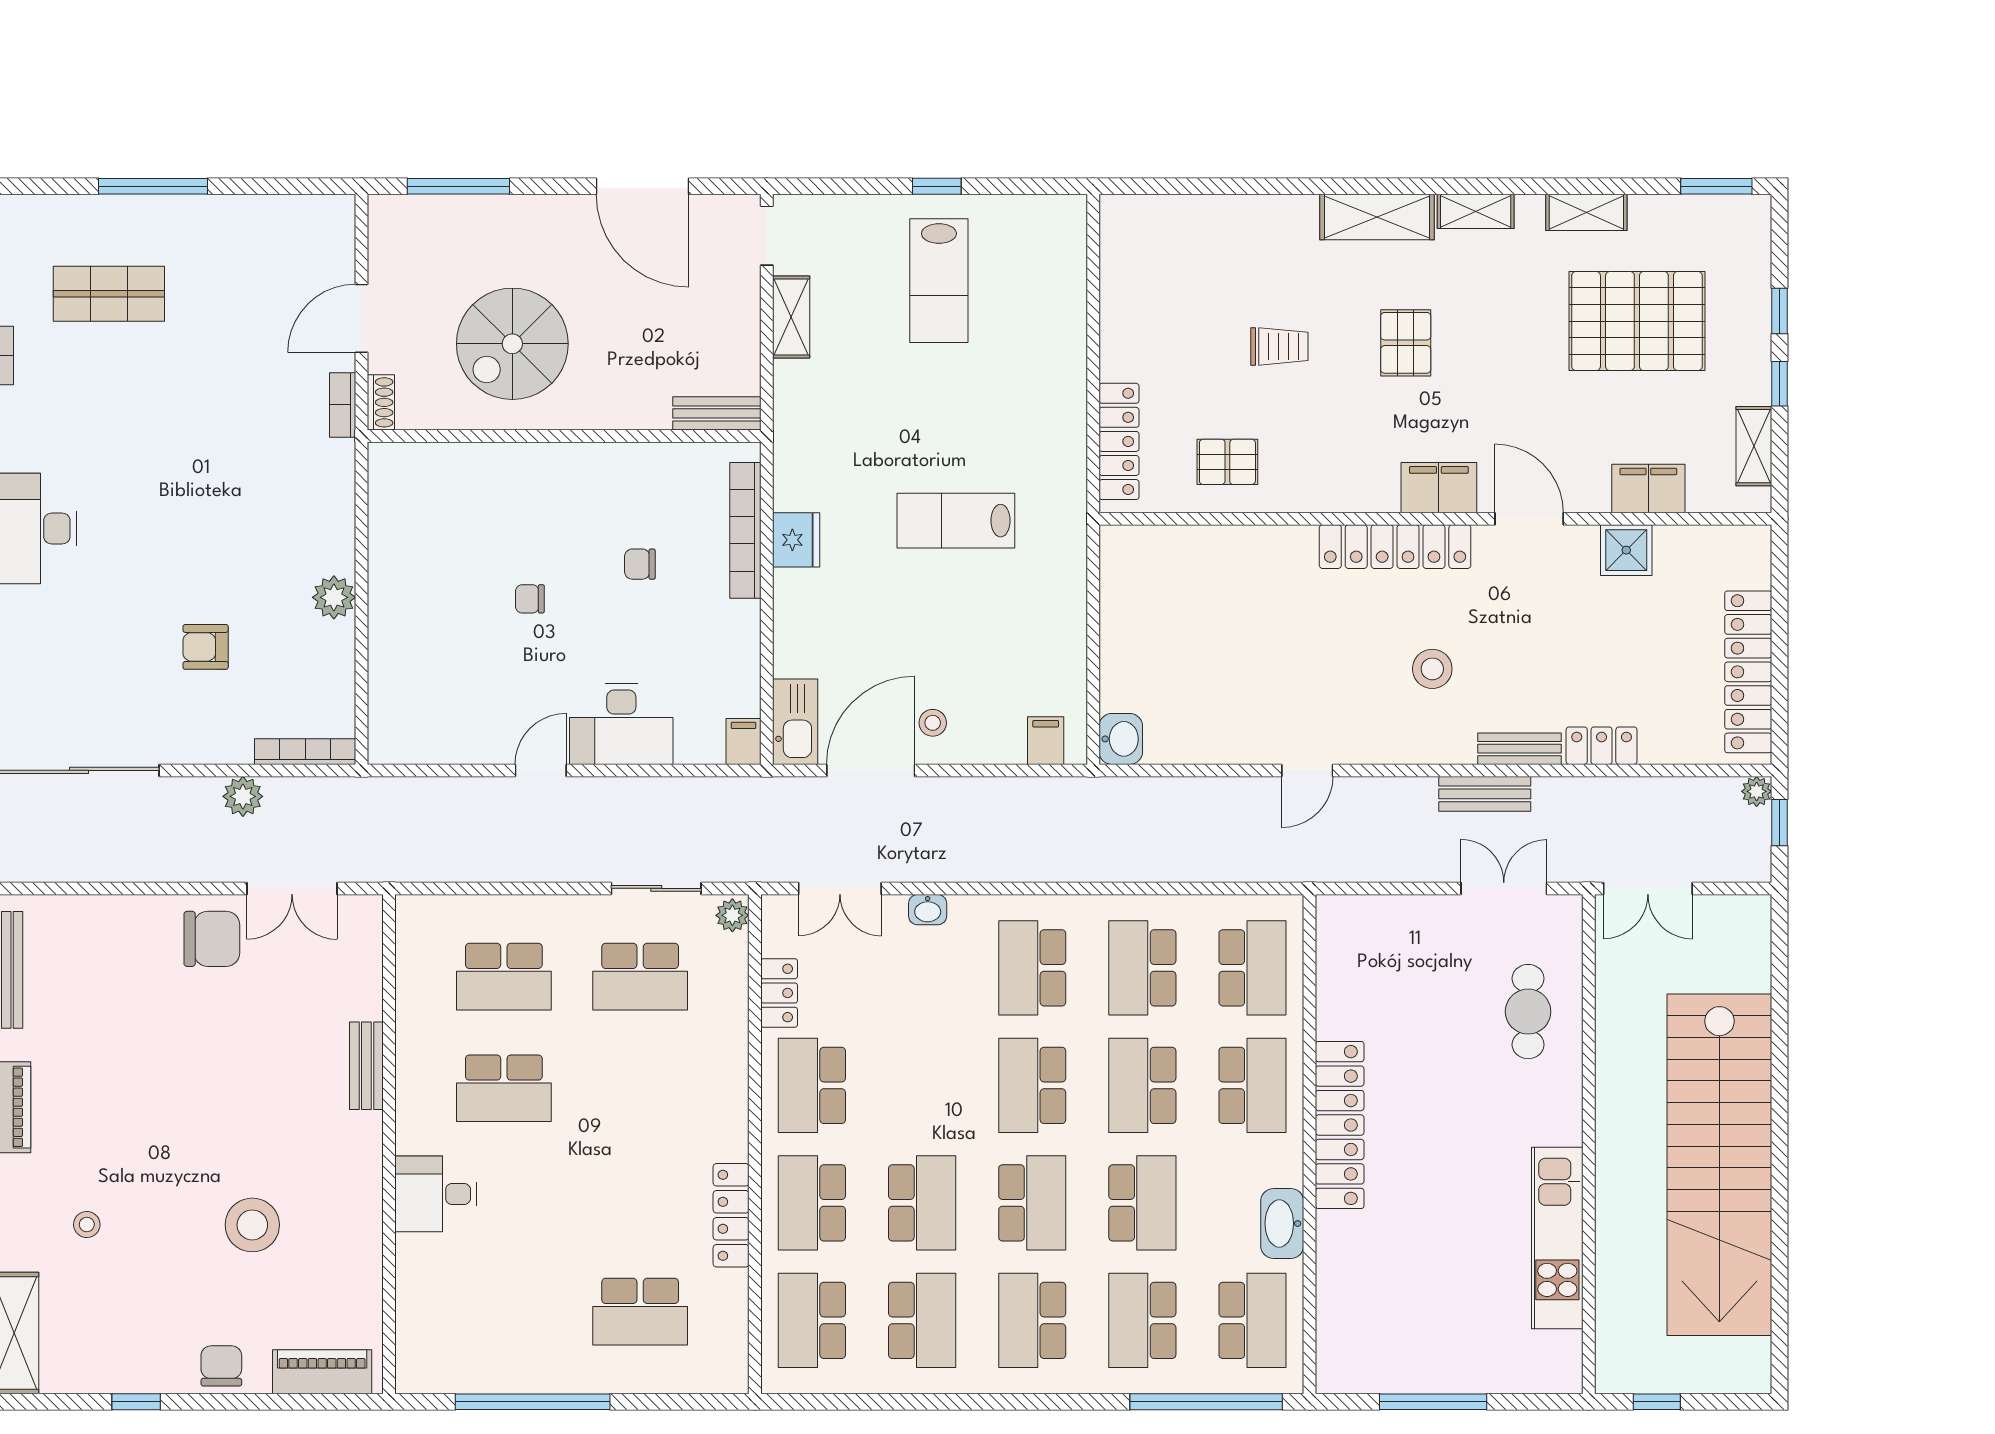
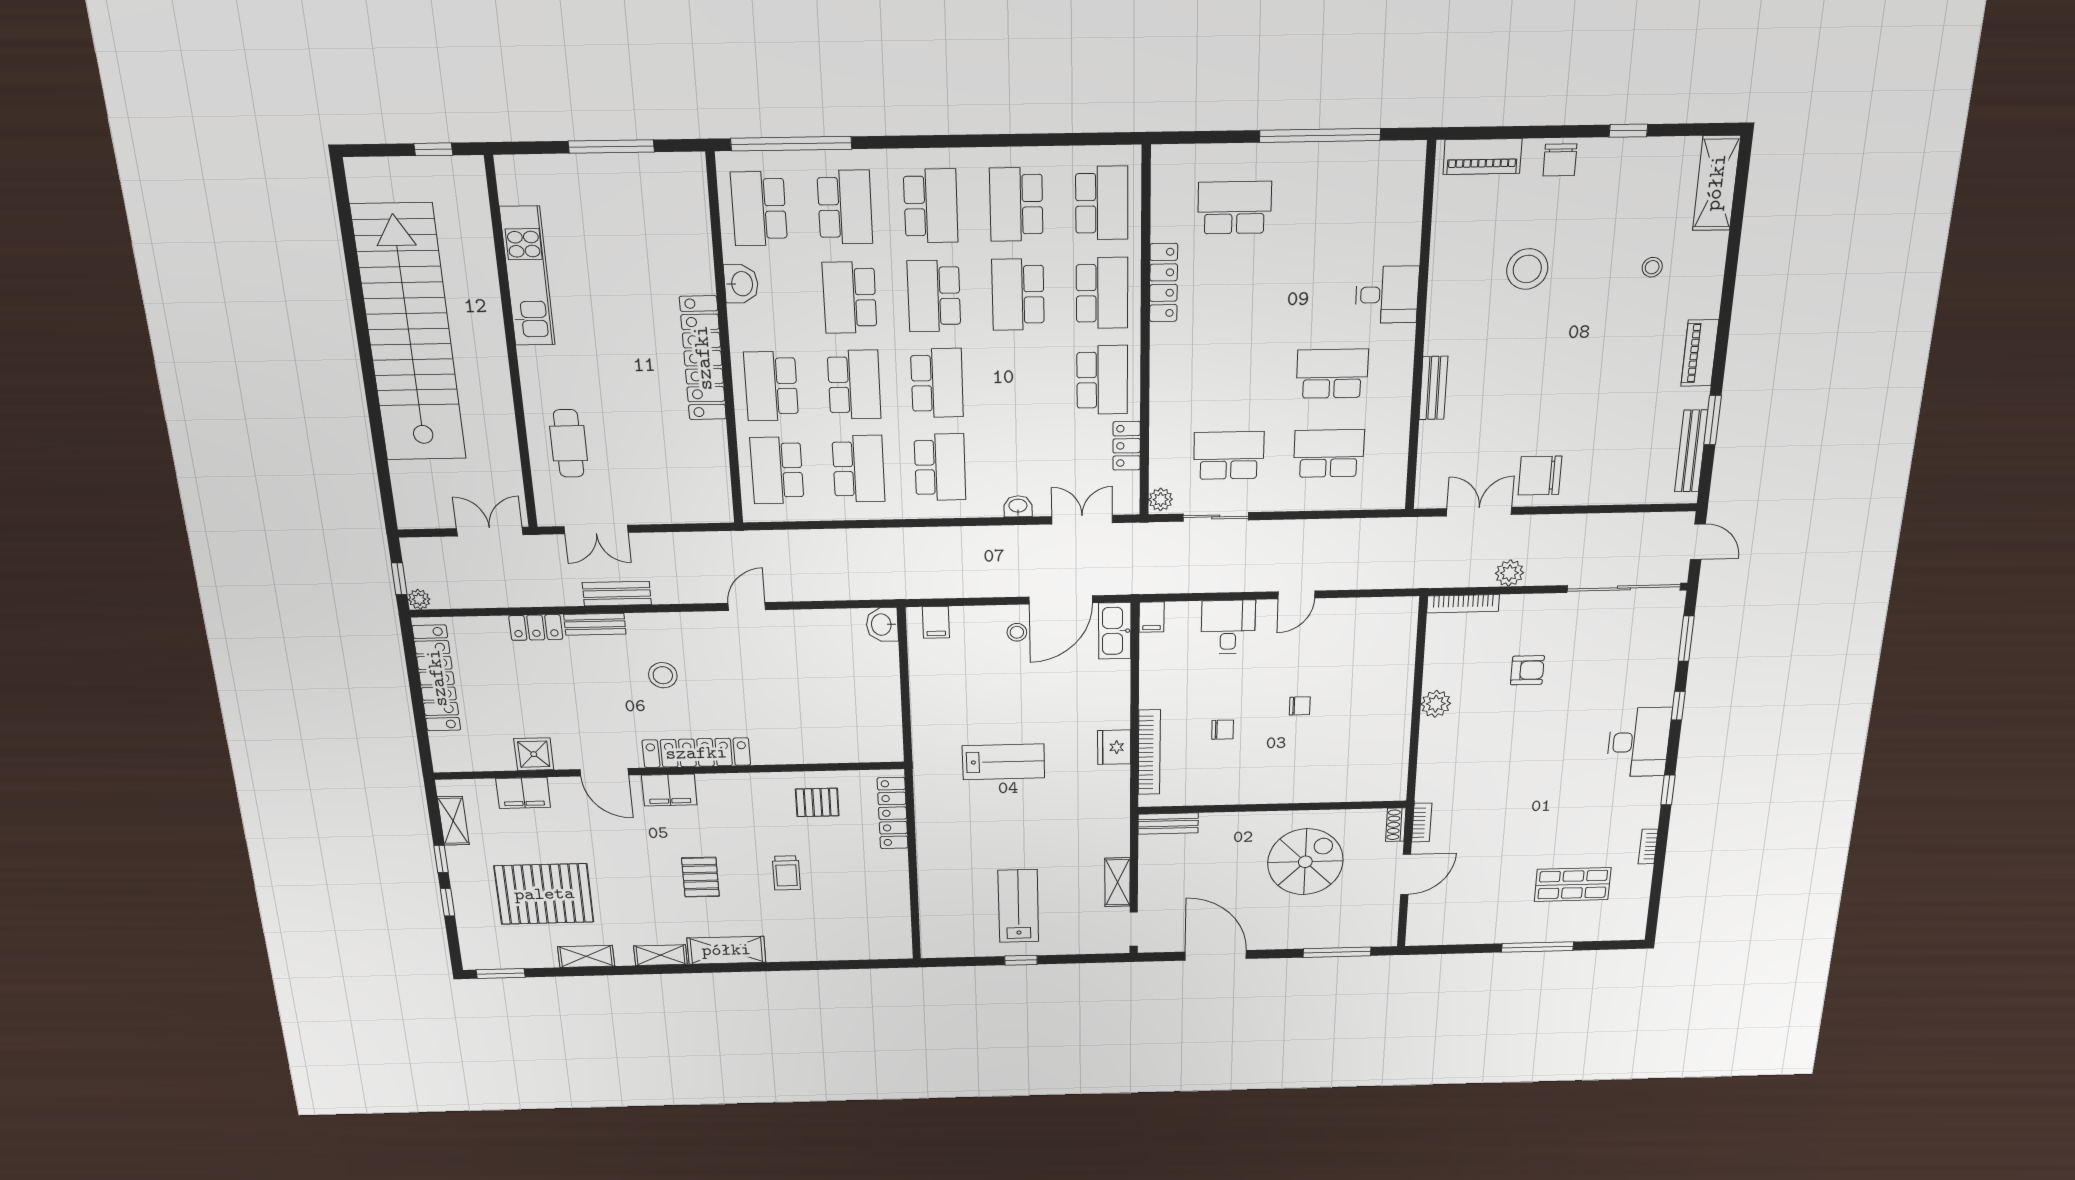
trolley: (1279, 346) -> (786, 873), turned -90
desk: (621, 724) -> (1228, 627), width x0.73
washbasin: (1282, 1224) -> (741, 284), width x0.72

